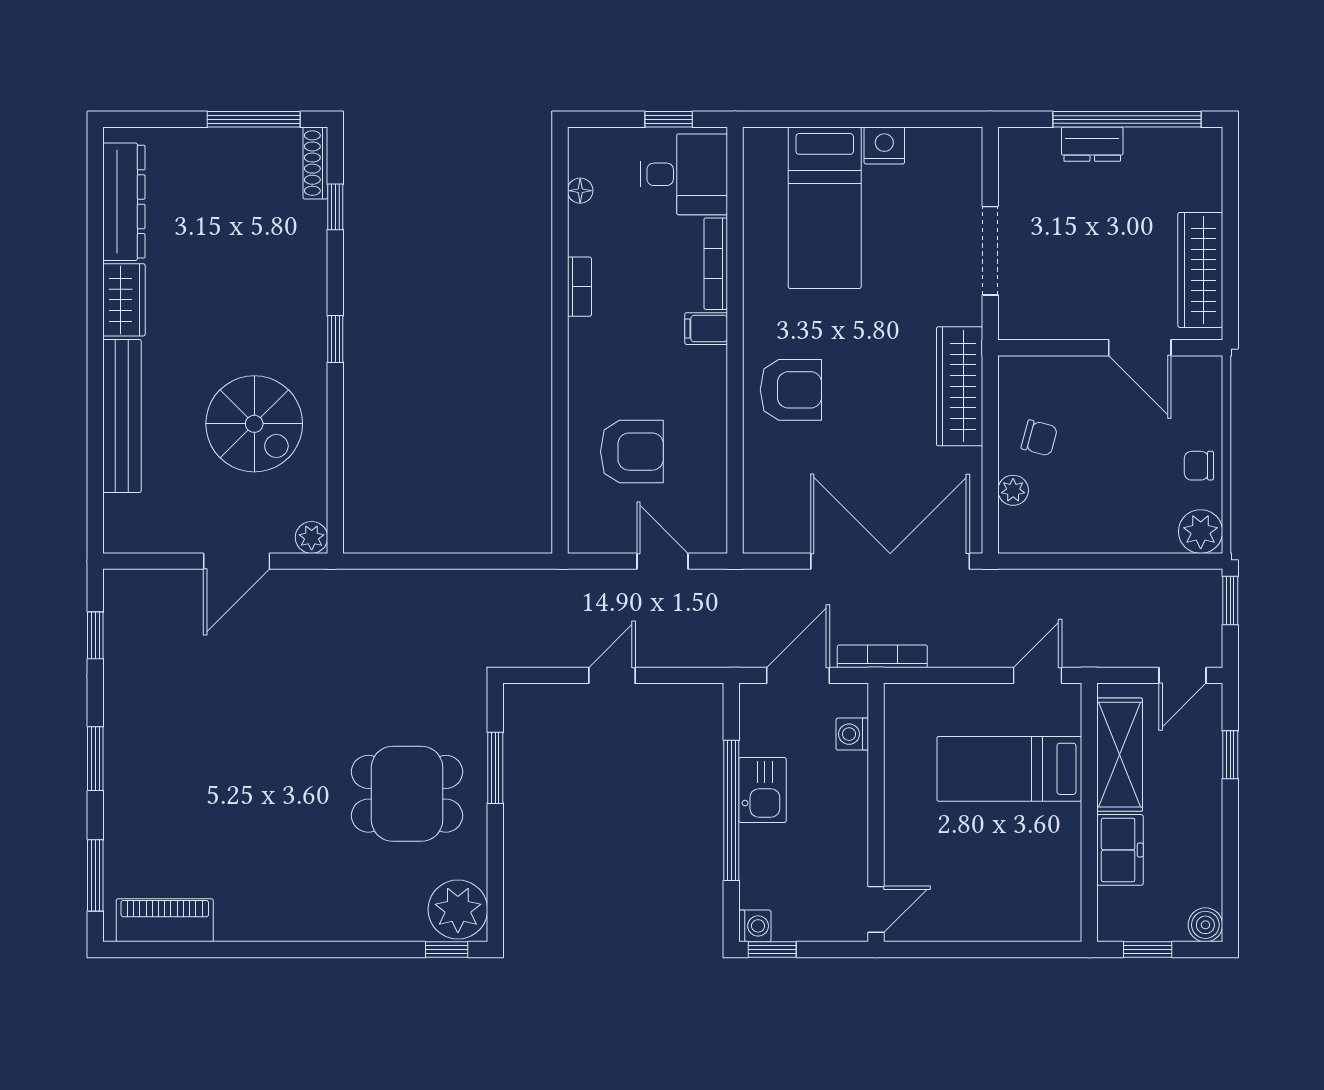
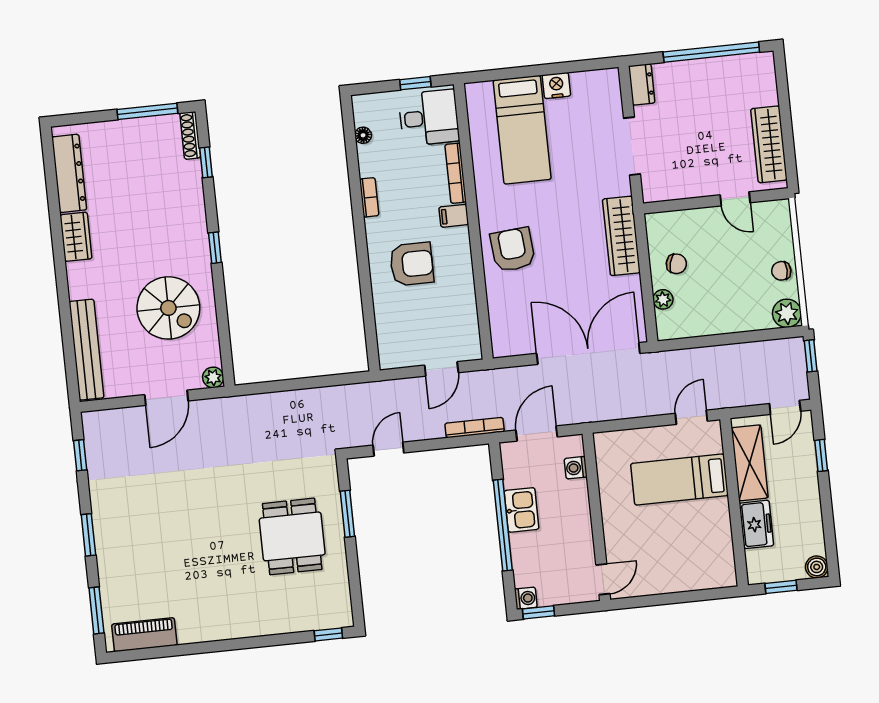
dresser: (1092, 144) -> (642, 84), moved, turned -90
door: (1140, 348) -> (735, 199), width x0.73
armchair: (791, 390) -> (513, 250), turned -95
bench: (122, 416) -> (86, 350), moved
armchair: (632, 452) -> (412, 264), moved
door: (663, 561) -> (441, 369), swing flipped
bookcase: (882, 656) -> (475, 428), moved
door: (612, 675) -> (388, 449), moved
dining table: (407, 794) -> (292, 536), turned 90
plant: (458, 909) -> (333, 608), removed

